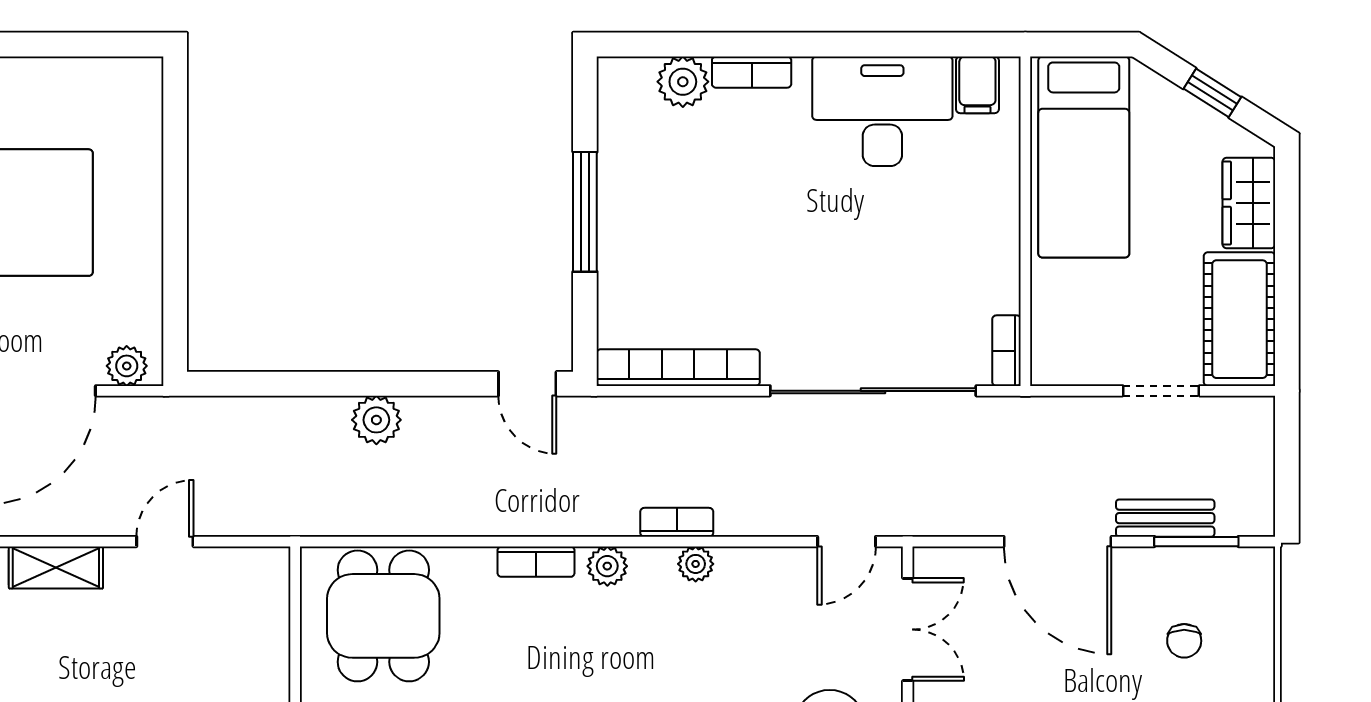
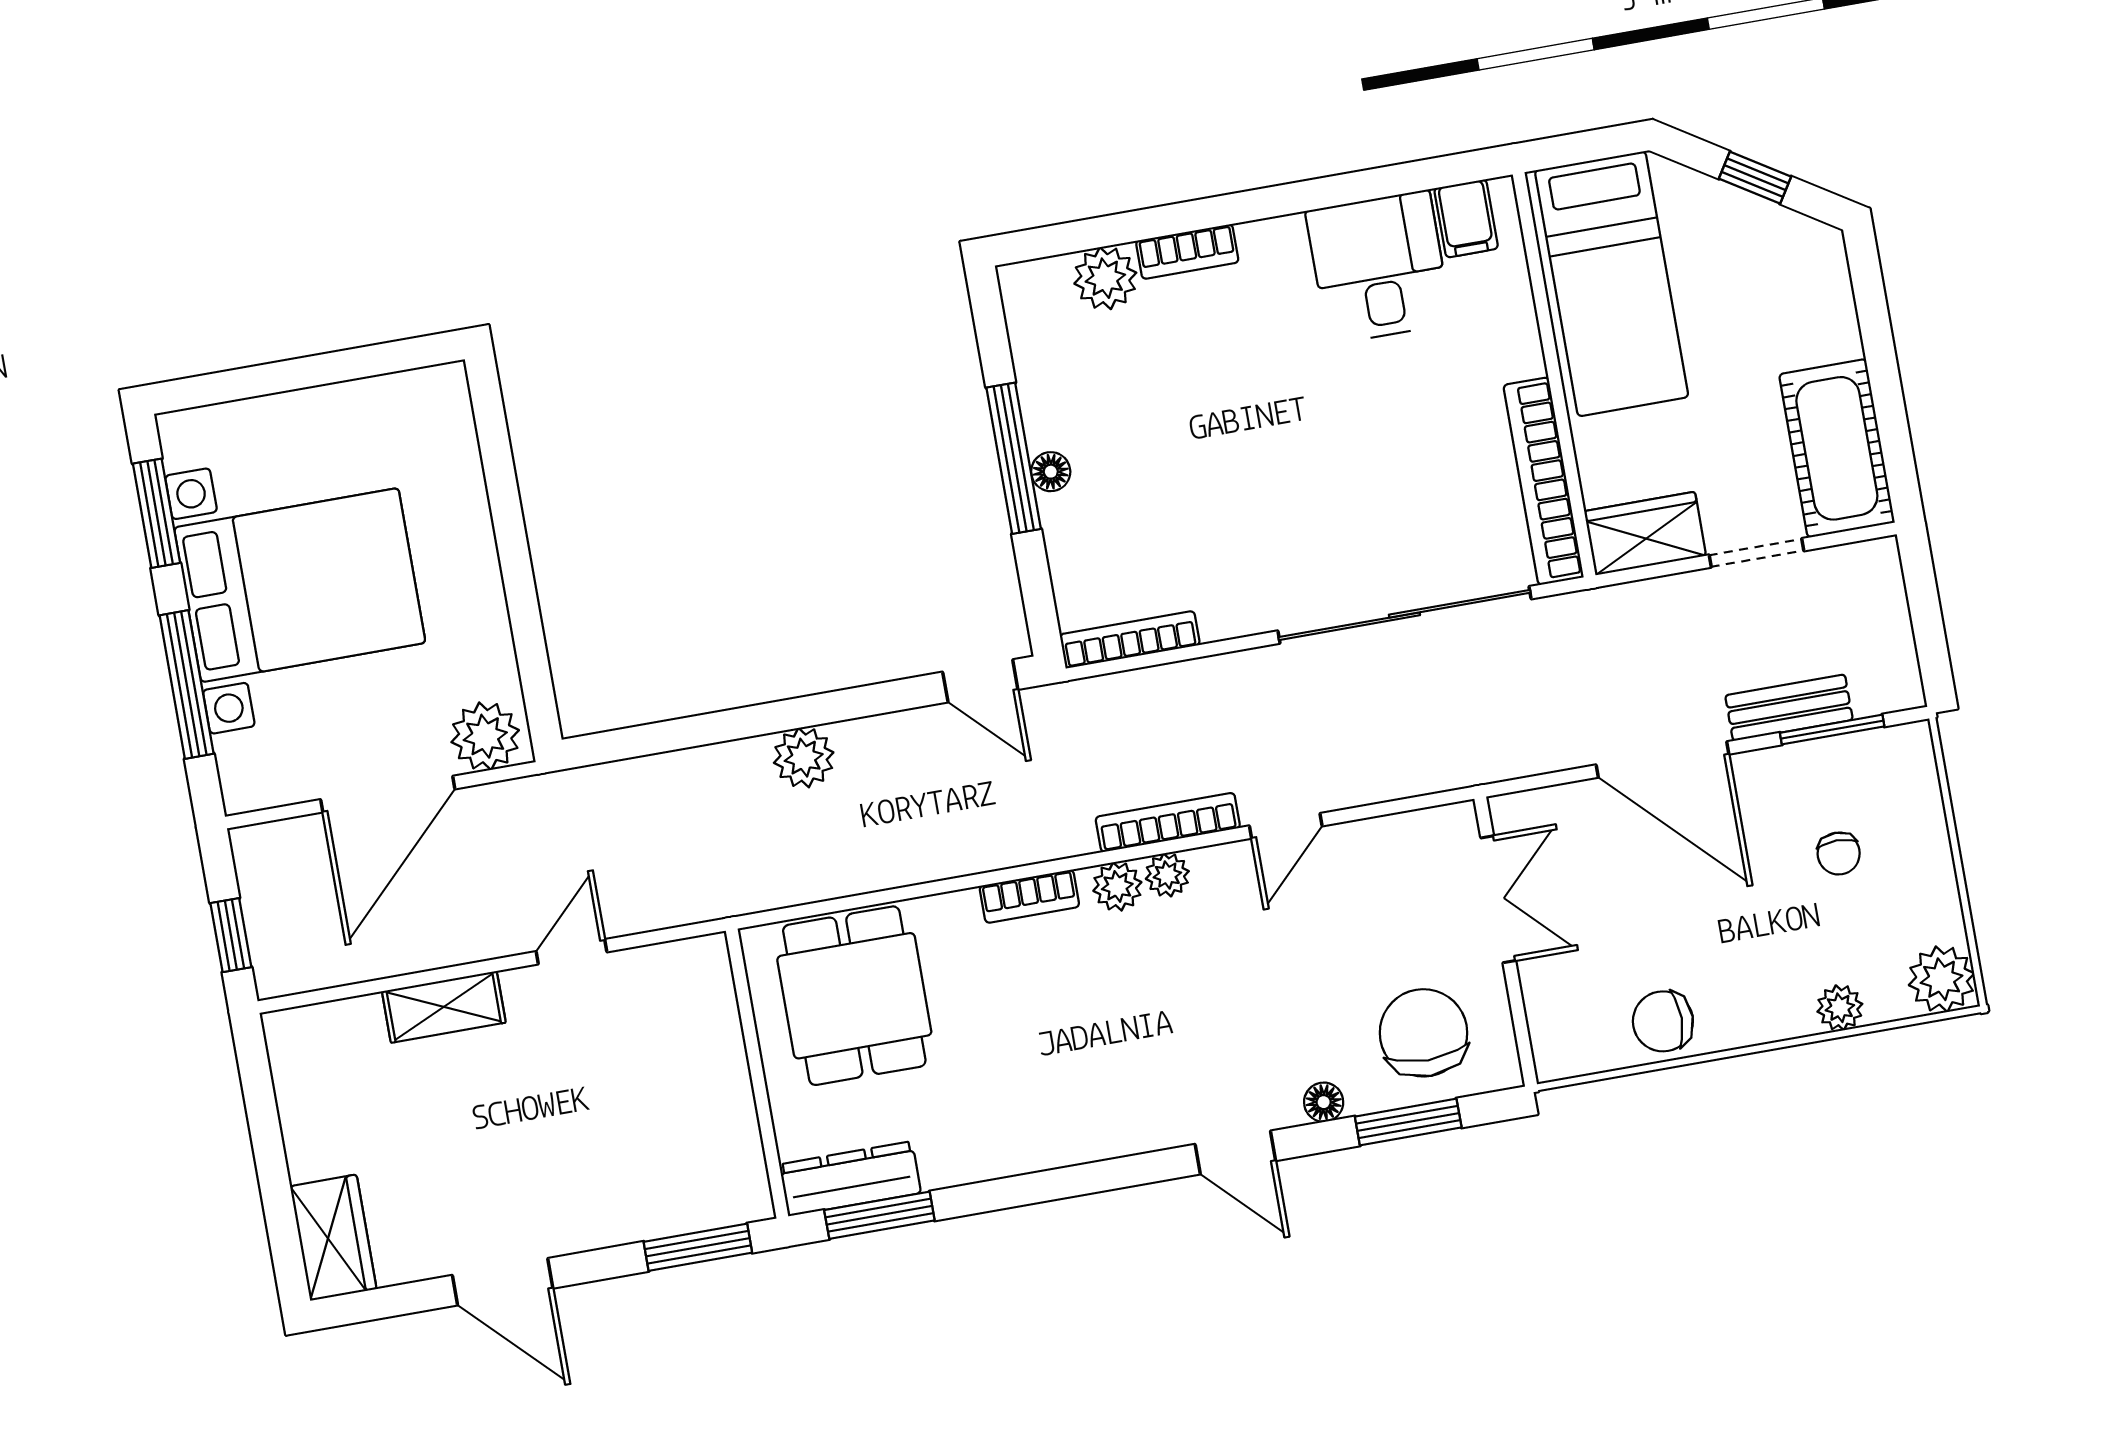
desk: (882, 111) -> (1379, 267), width x0.73
wardrobe: (1249, 203) -> (1645, 533), moved, turned 90
floor lamp: (612, 228) -> (1051, 472), added
bookcase: (1007, 351) -> (1544, 481), width x2.31, depth x1.31
plant: (127, 366) -> (485, 736), width x1.38, depth x1.38
bookcase: (678, 368) -> (1130, 640), width x0.68, depth x0.76
bookcase: (677, 522) -> (1168, 822), width x1.56
door: (847, 542) -> (1286, 826), moved
plant: (696, 564) -> (1167, 875), moved

